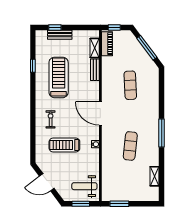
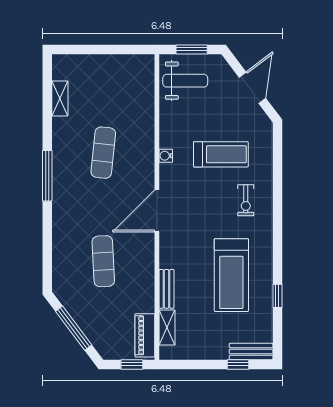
bench: (60, 35) -> (251, 351), moved
door: (100, 113) -> (157, 211), swing flipped
door: (47, 182) -> (252, 88), hinge flipped
window: (119, 204) -> (123, 49), removed

